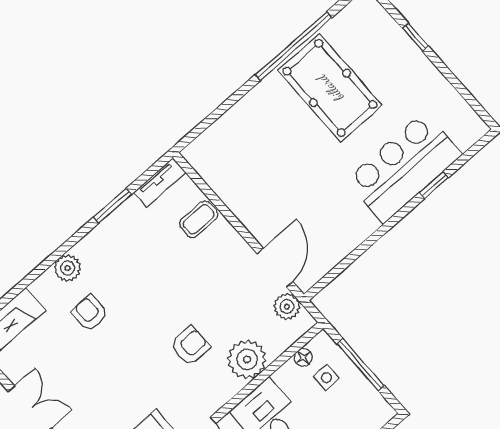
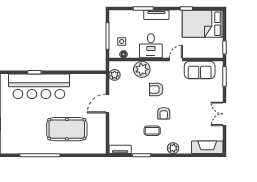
pool table: (330, 88) -> (67, 129), moved, turned 90
bar counter: (404, 167) -> (39, 86), width x1.36
coffee table: (199, 219) -> (152, 131), moved
door: (275, 268) -> (107, 104), moved
armchair: (90, 313) -> (164, 113), moved

